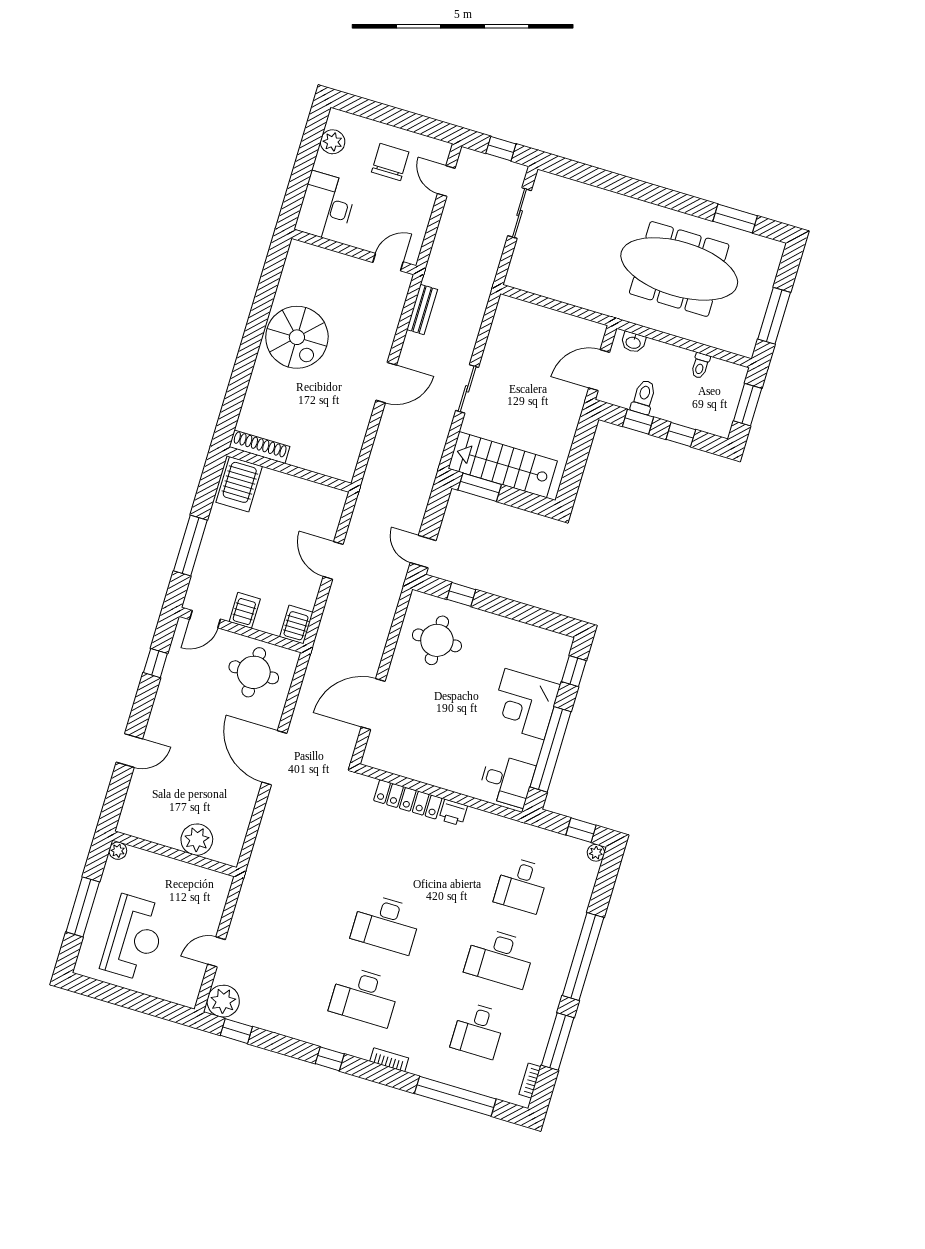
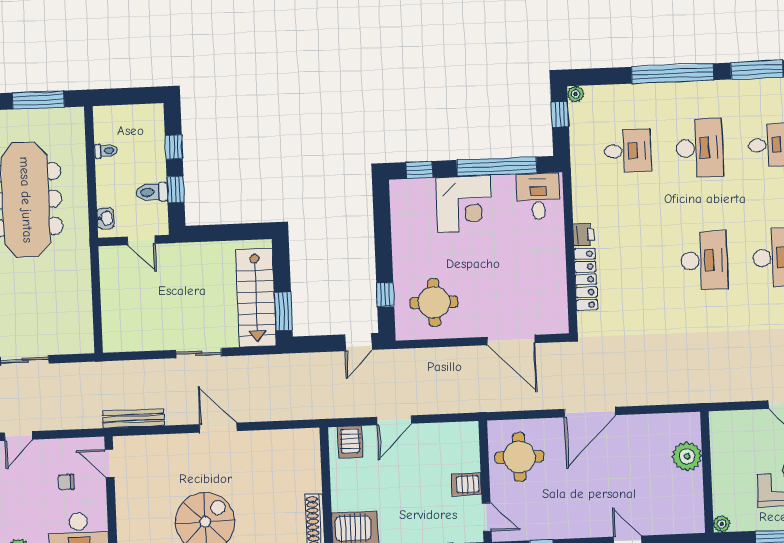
chair: (390, 162) -> (66, 482), moved, width x0.54, depth x0.54
bench: (422, 309) -> (133, 418), width x1.36
door: (599, 370) -> (141, 240), width x0.73
window: (748, 405) -> (126, 96), removed
server rack: (296, 624) -> (350, 442), moved, turned -90

